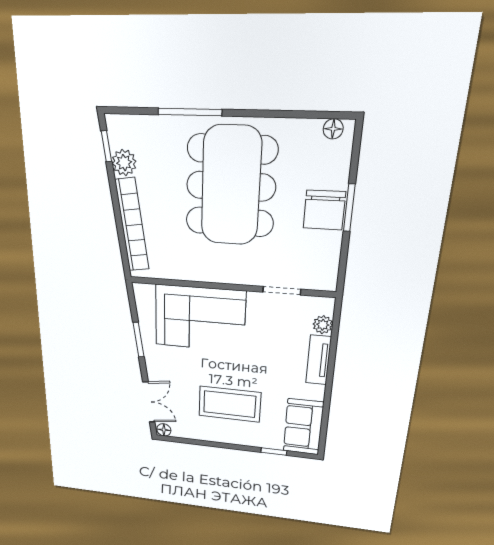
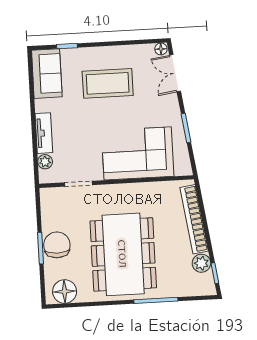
floor lamp: (333, 129) -> (65, 292), width x1.89, depth x1.89

